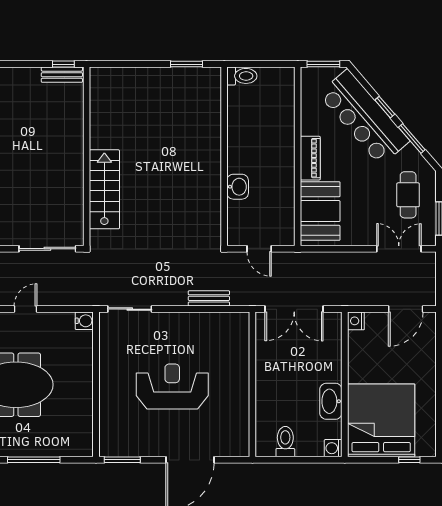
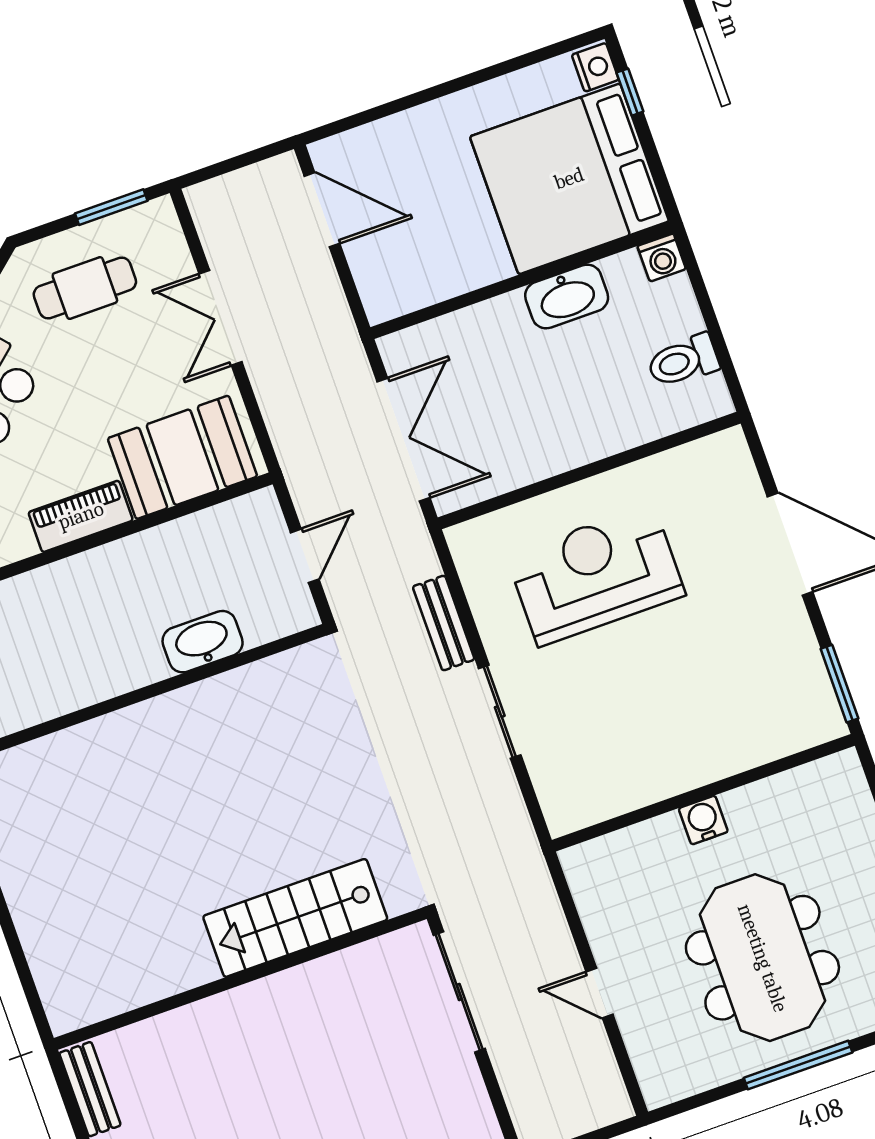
window: (63, 64) -> (67, 1094), removed
washbasin: (238, 187) -> (203, 642), width x1.38
double door: (399, 249) -> (220, 318), moved
sliding door: (130, 309) -> (500, 712), moved
water cooler: (84, 321) -> (703, 820), moved
nightstand: (356, 321) -> (595, 67), moved, turned -90
reception desk: (172, 386) -> (596, 575), moved, turned 90

